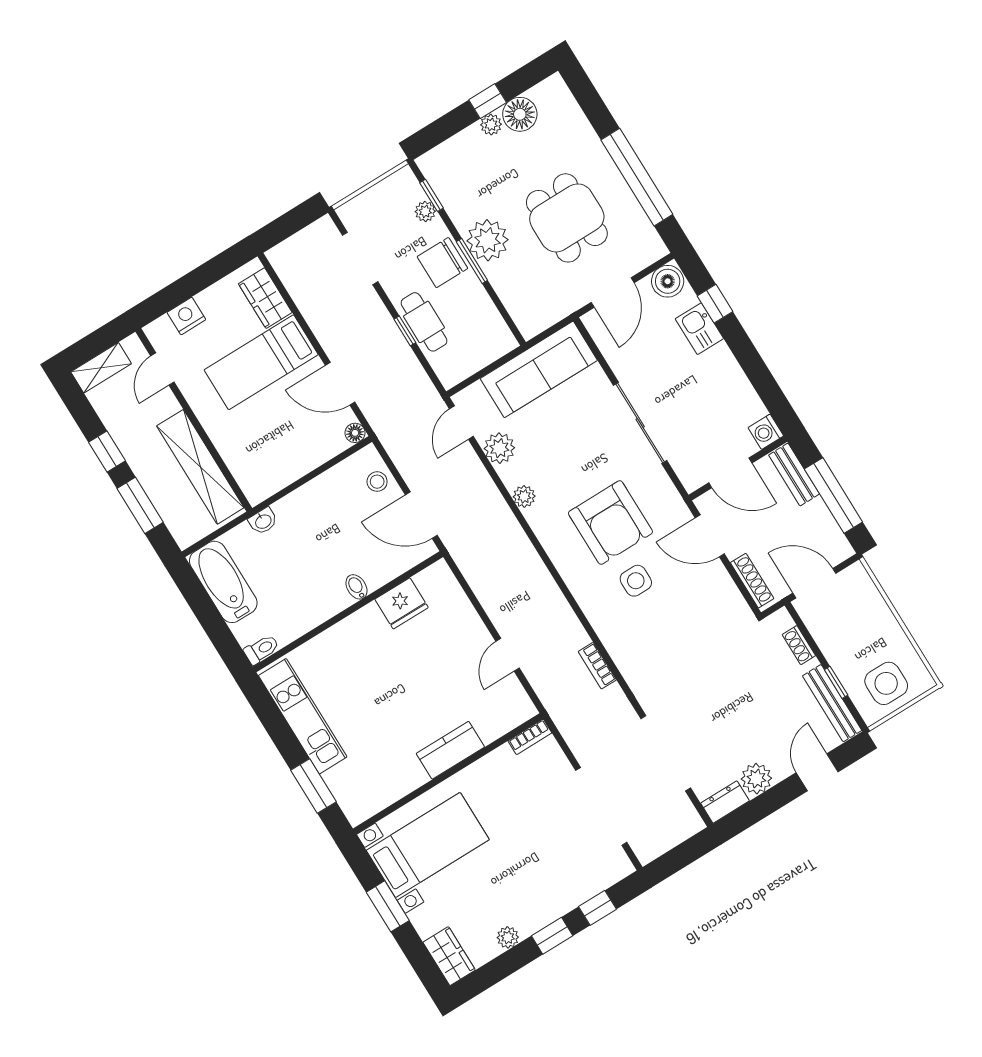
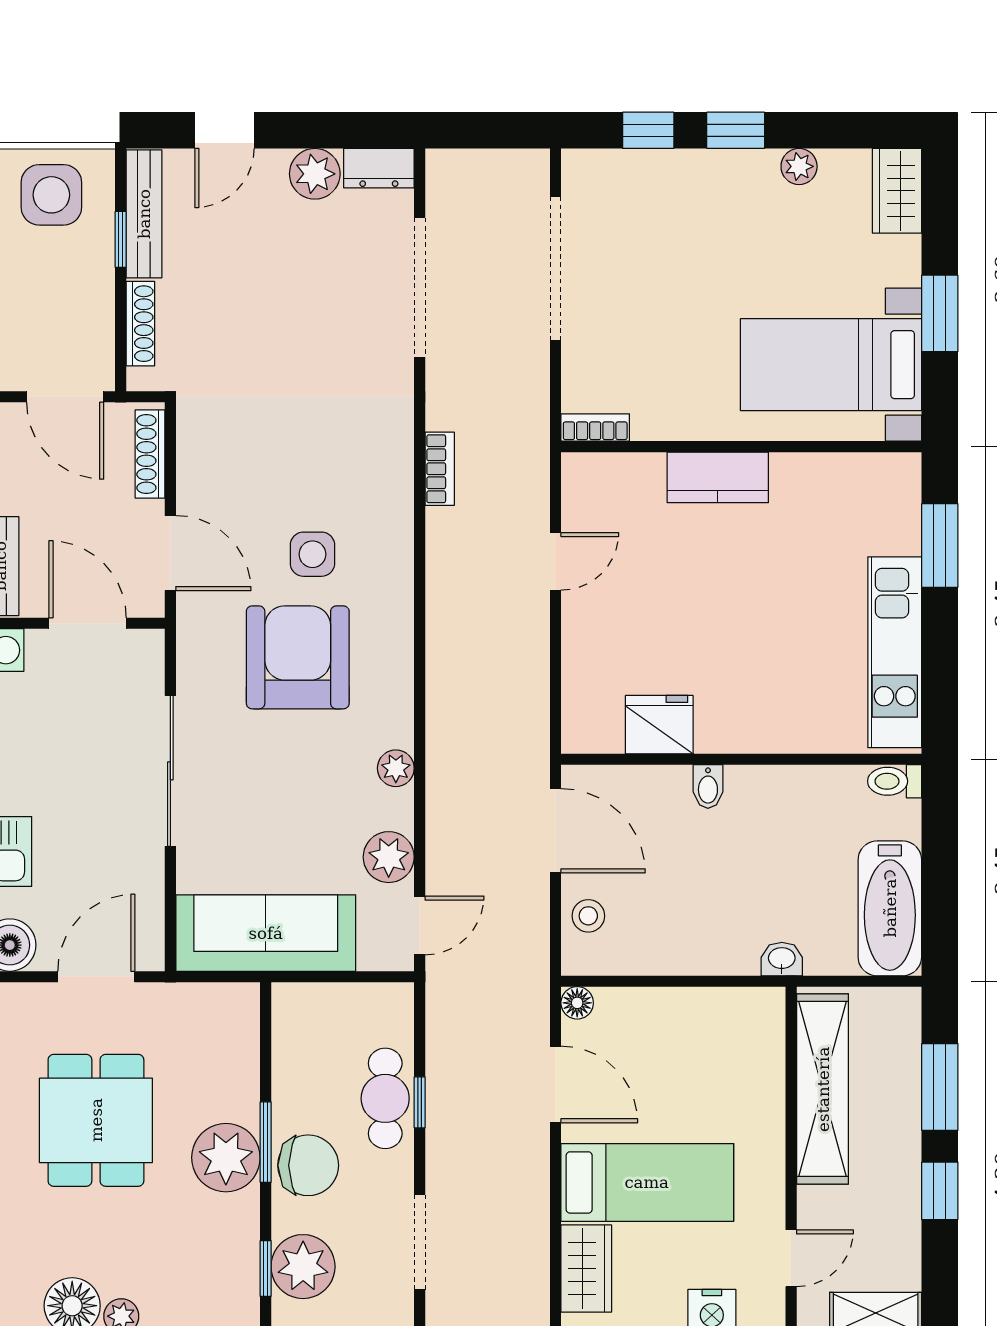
plant: (425, 211) -> (303, 1267), width x1.88, depth x1.88
shoe rack: (799, 645) -> (140, 324), width x1.43

